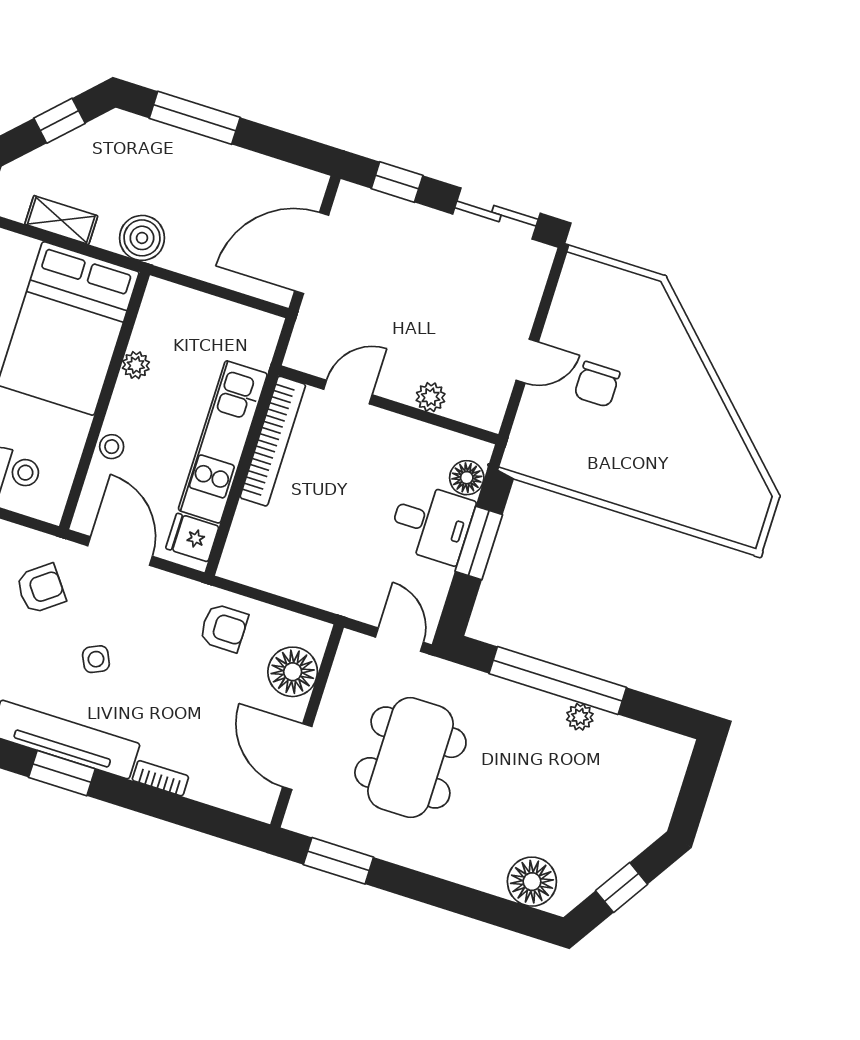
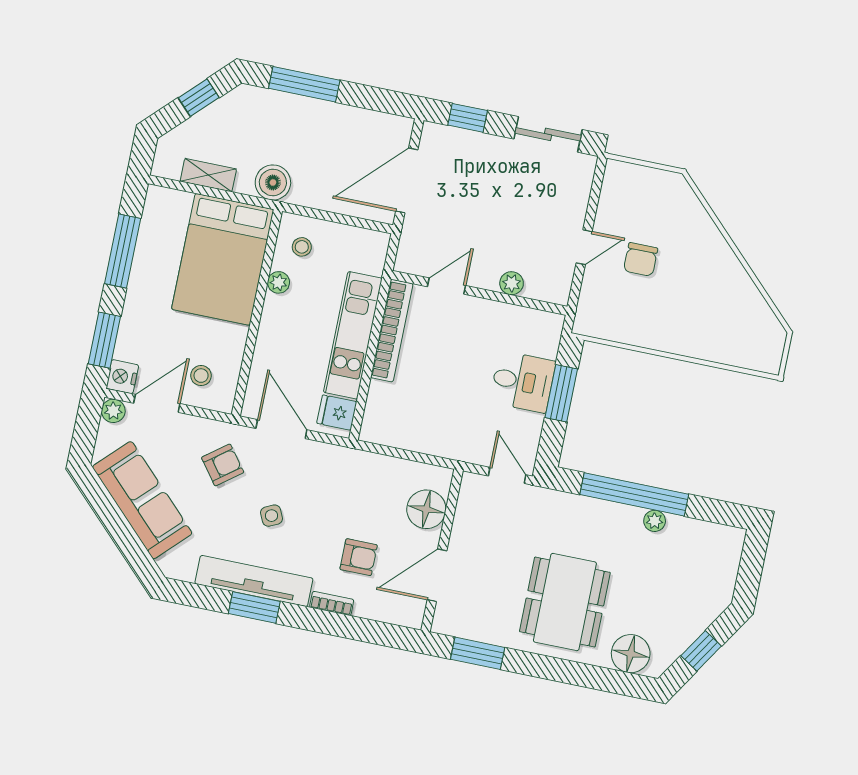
stool: (112, 447) -> (302, 247), moved
floor lamp: (467, 478) -> (546, 343), removed
armchair: (224, 628) -> (359, 557), moved
door: (297, 757) -> (437, 575), hinge flipped
dining table: (410, 758) -> (565, 602), moved

